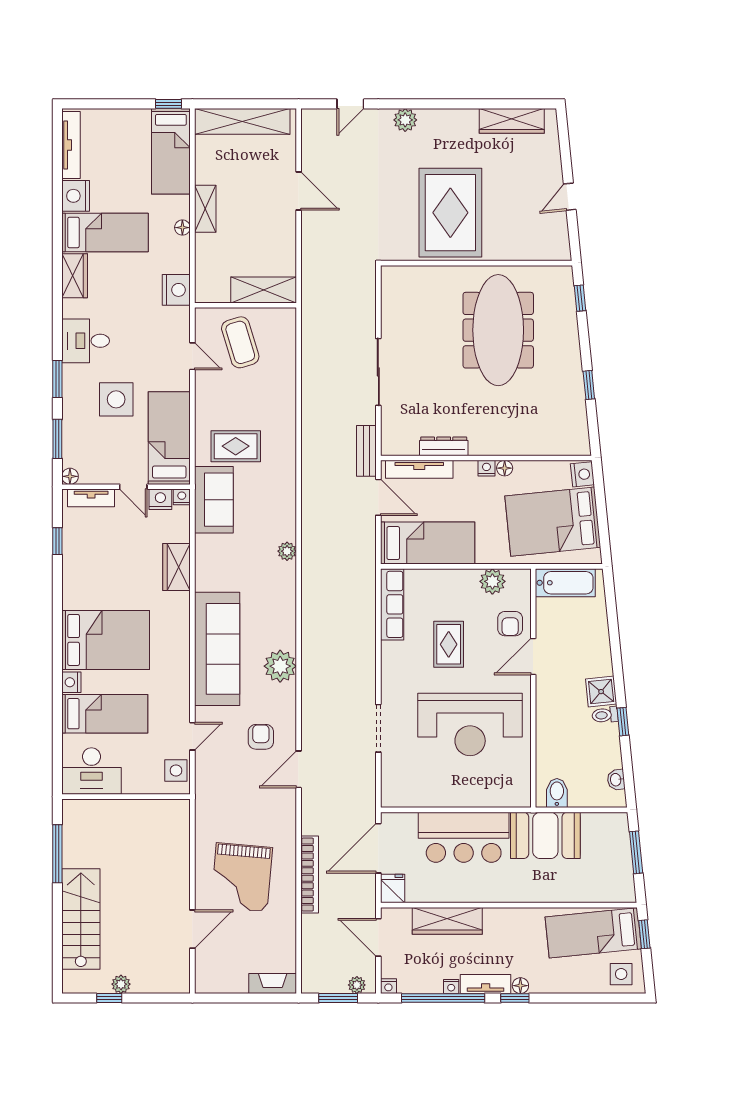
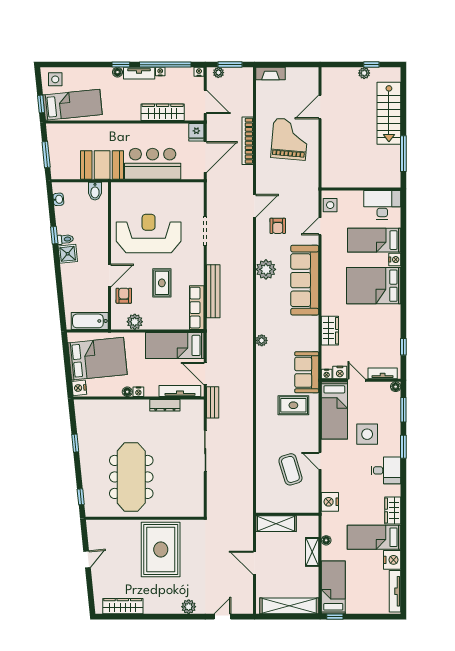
shelving: (264, 290) -> (276, 524), moved
wall: (245, 305) -> (287, 514), moved
bench: (365, 631) -> (213, 291), added

